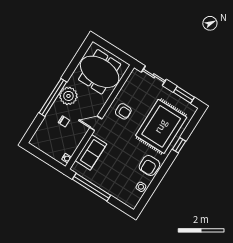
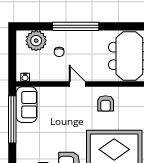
plant: (68, 96) -> (36, 41), moved
sofa: (91, 152) -> (27, 105), moved, turned -90

